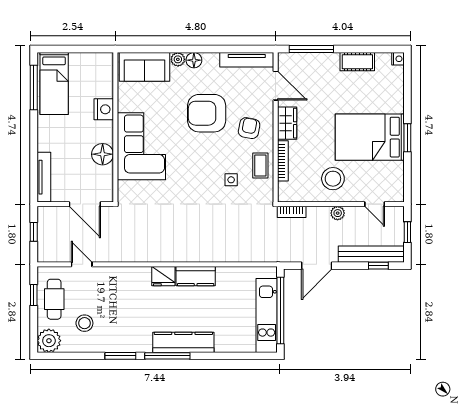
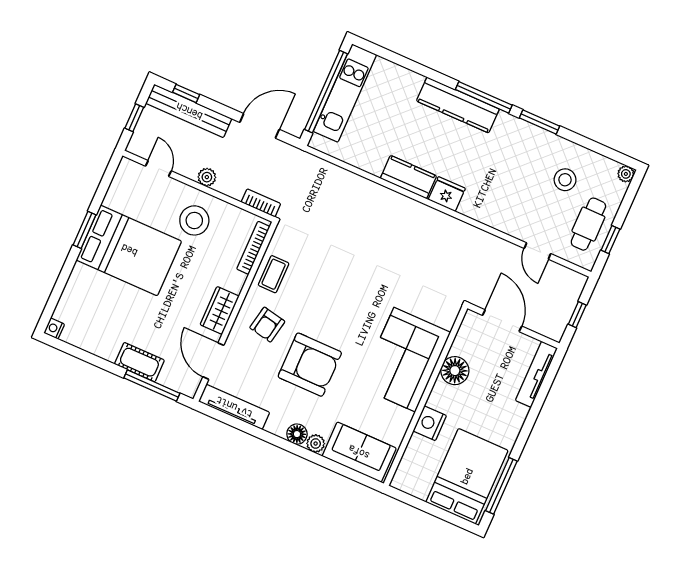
cot: (357, 62) -> (139, 362), moved
bed: (54, 84) -> (467, 476), width x1.50
bookcase: (283, 161) -> (253, 248), moved
side table: (231, 180) -> (316, 273), removed
plant: (49, 341) -> (626, 174), width x0.53, depth x0.53

